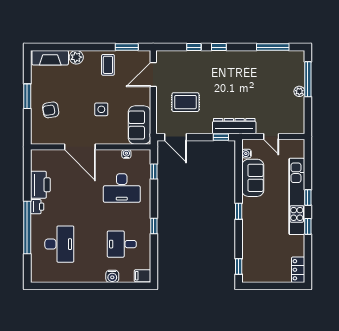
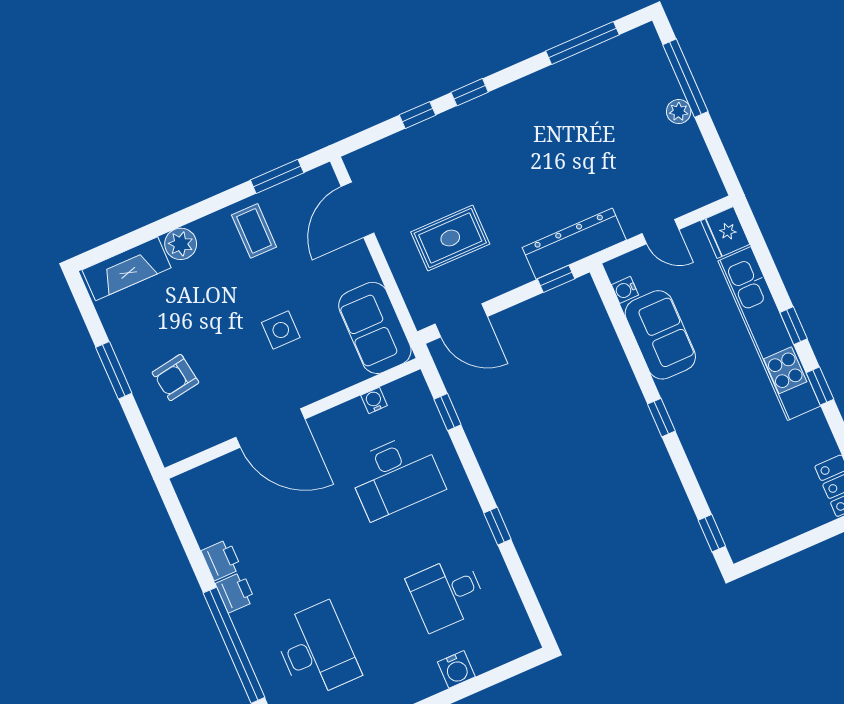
fridge: (297, 148) -> (725, 232), added
printer: (40, 185) -> (221, 560), width x0.53, depth x0.68
filing cabinet: (142, 276) -> (519, 641), removed

